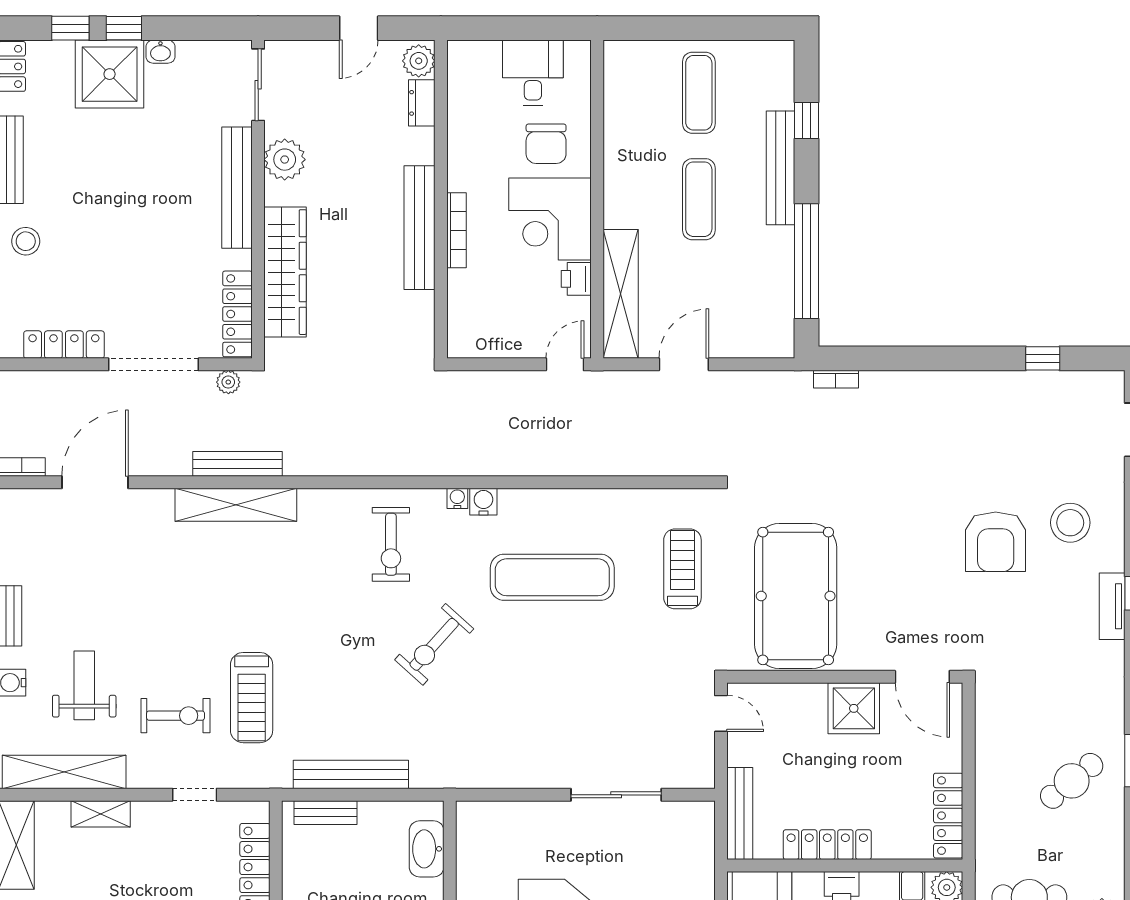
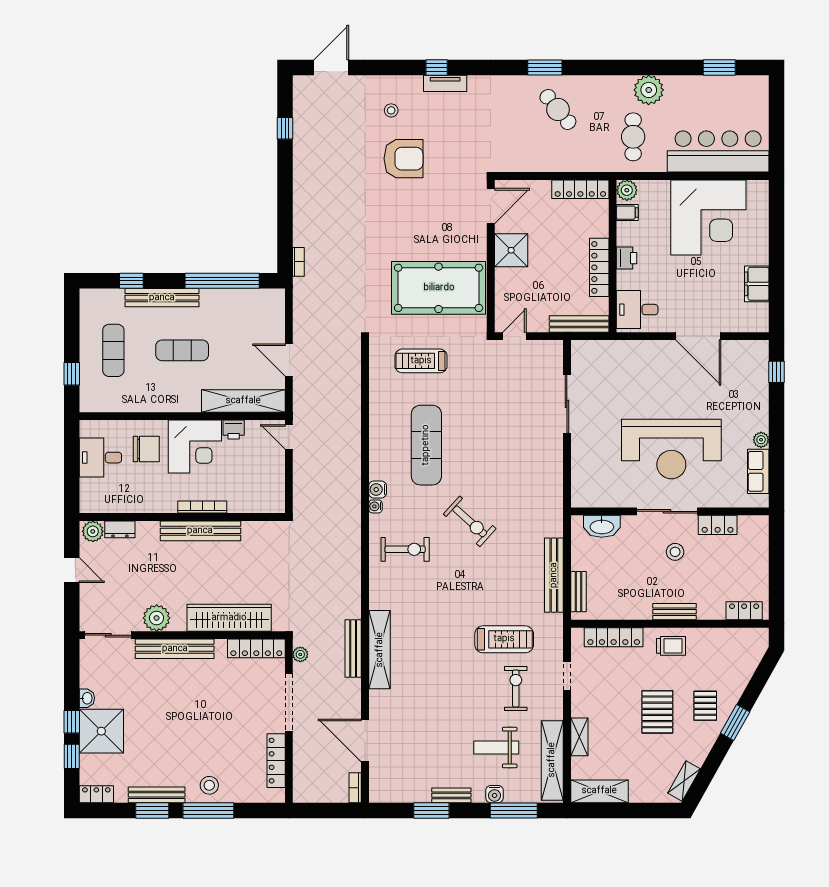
window: (663, 28) -> (72, 374), added
exercise mat: (699, 93) -> (113, 350), turned 90
stool: (1070, 523) -> (391, 110), width x0.53, depth x0.53

